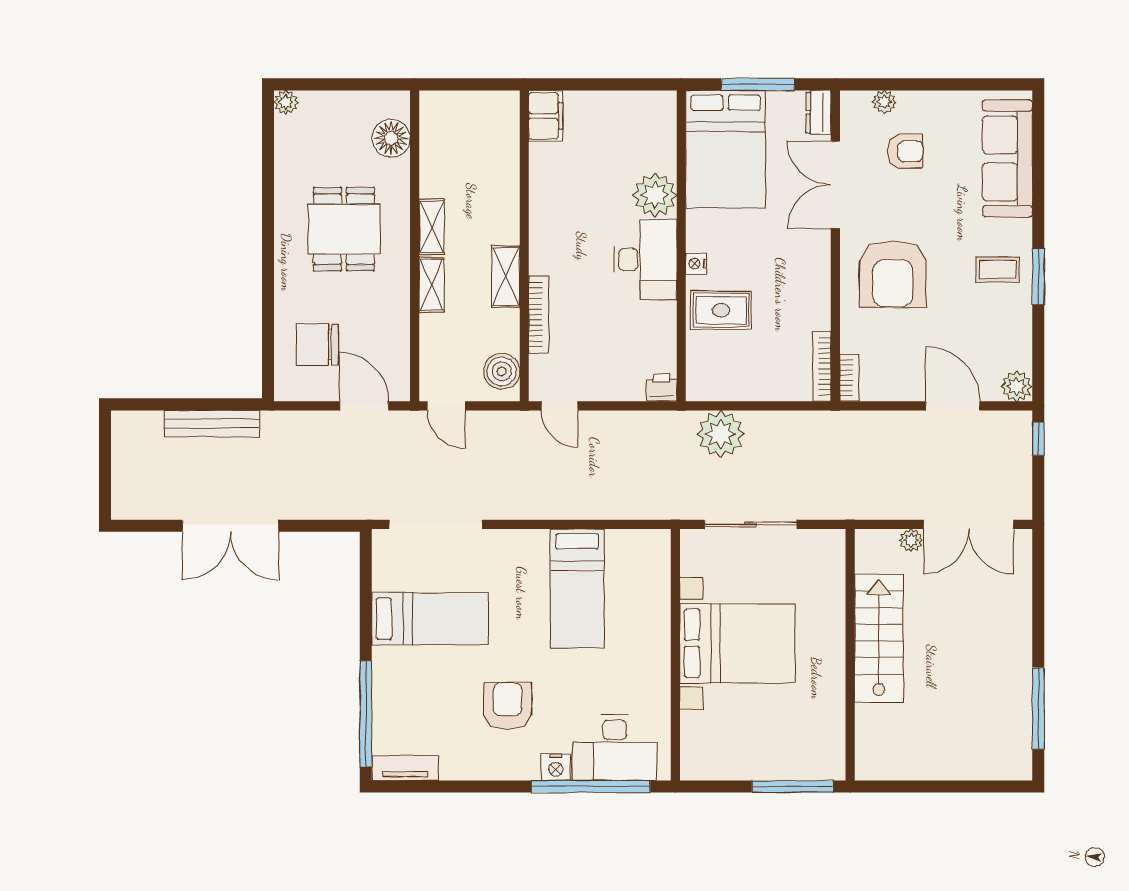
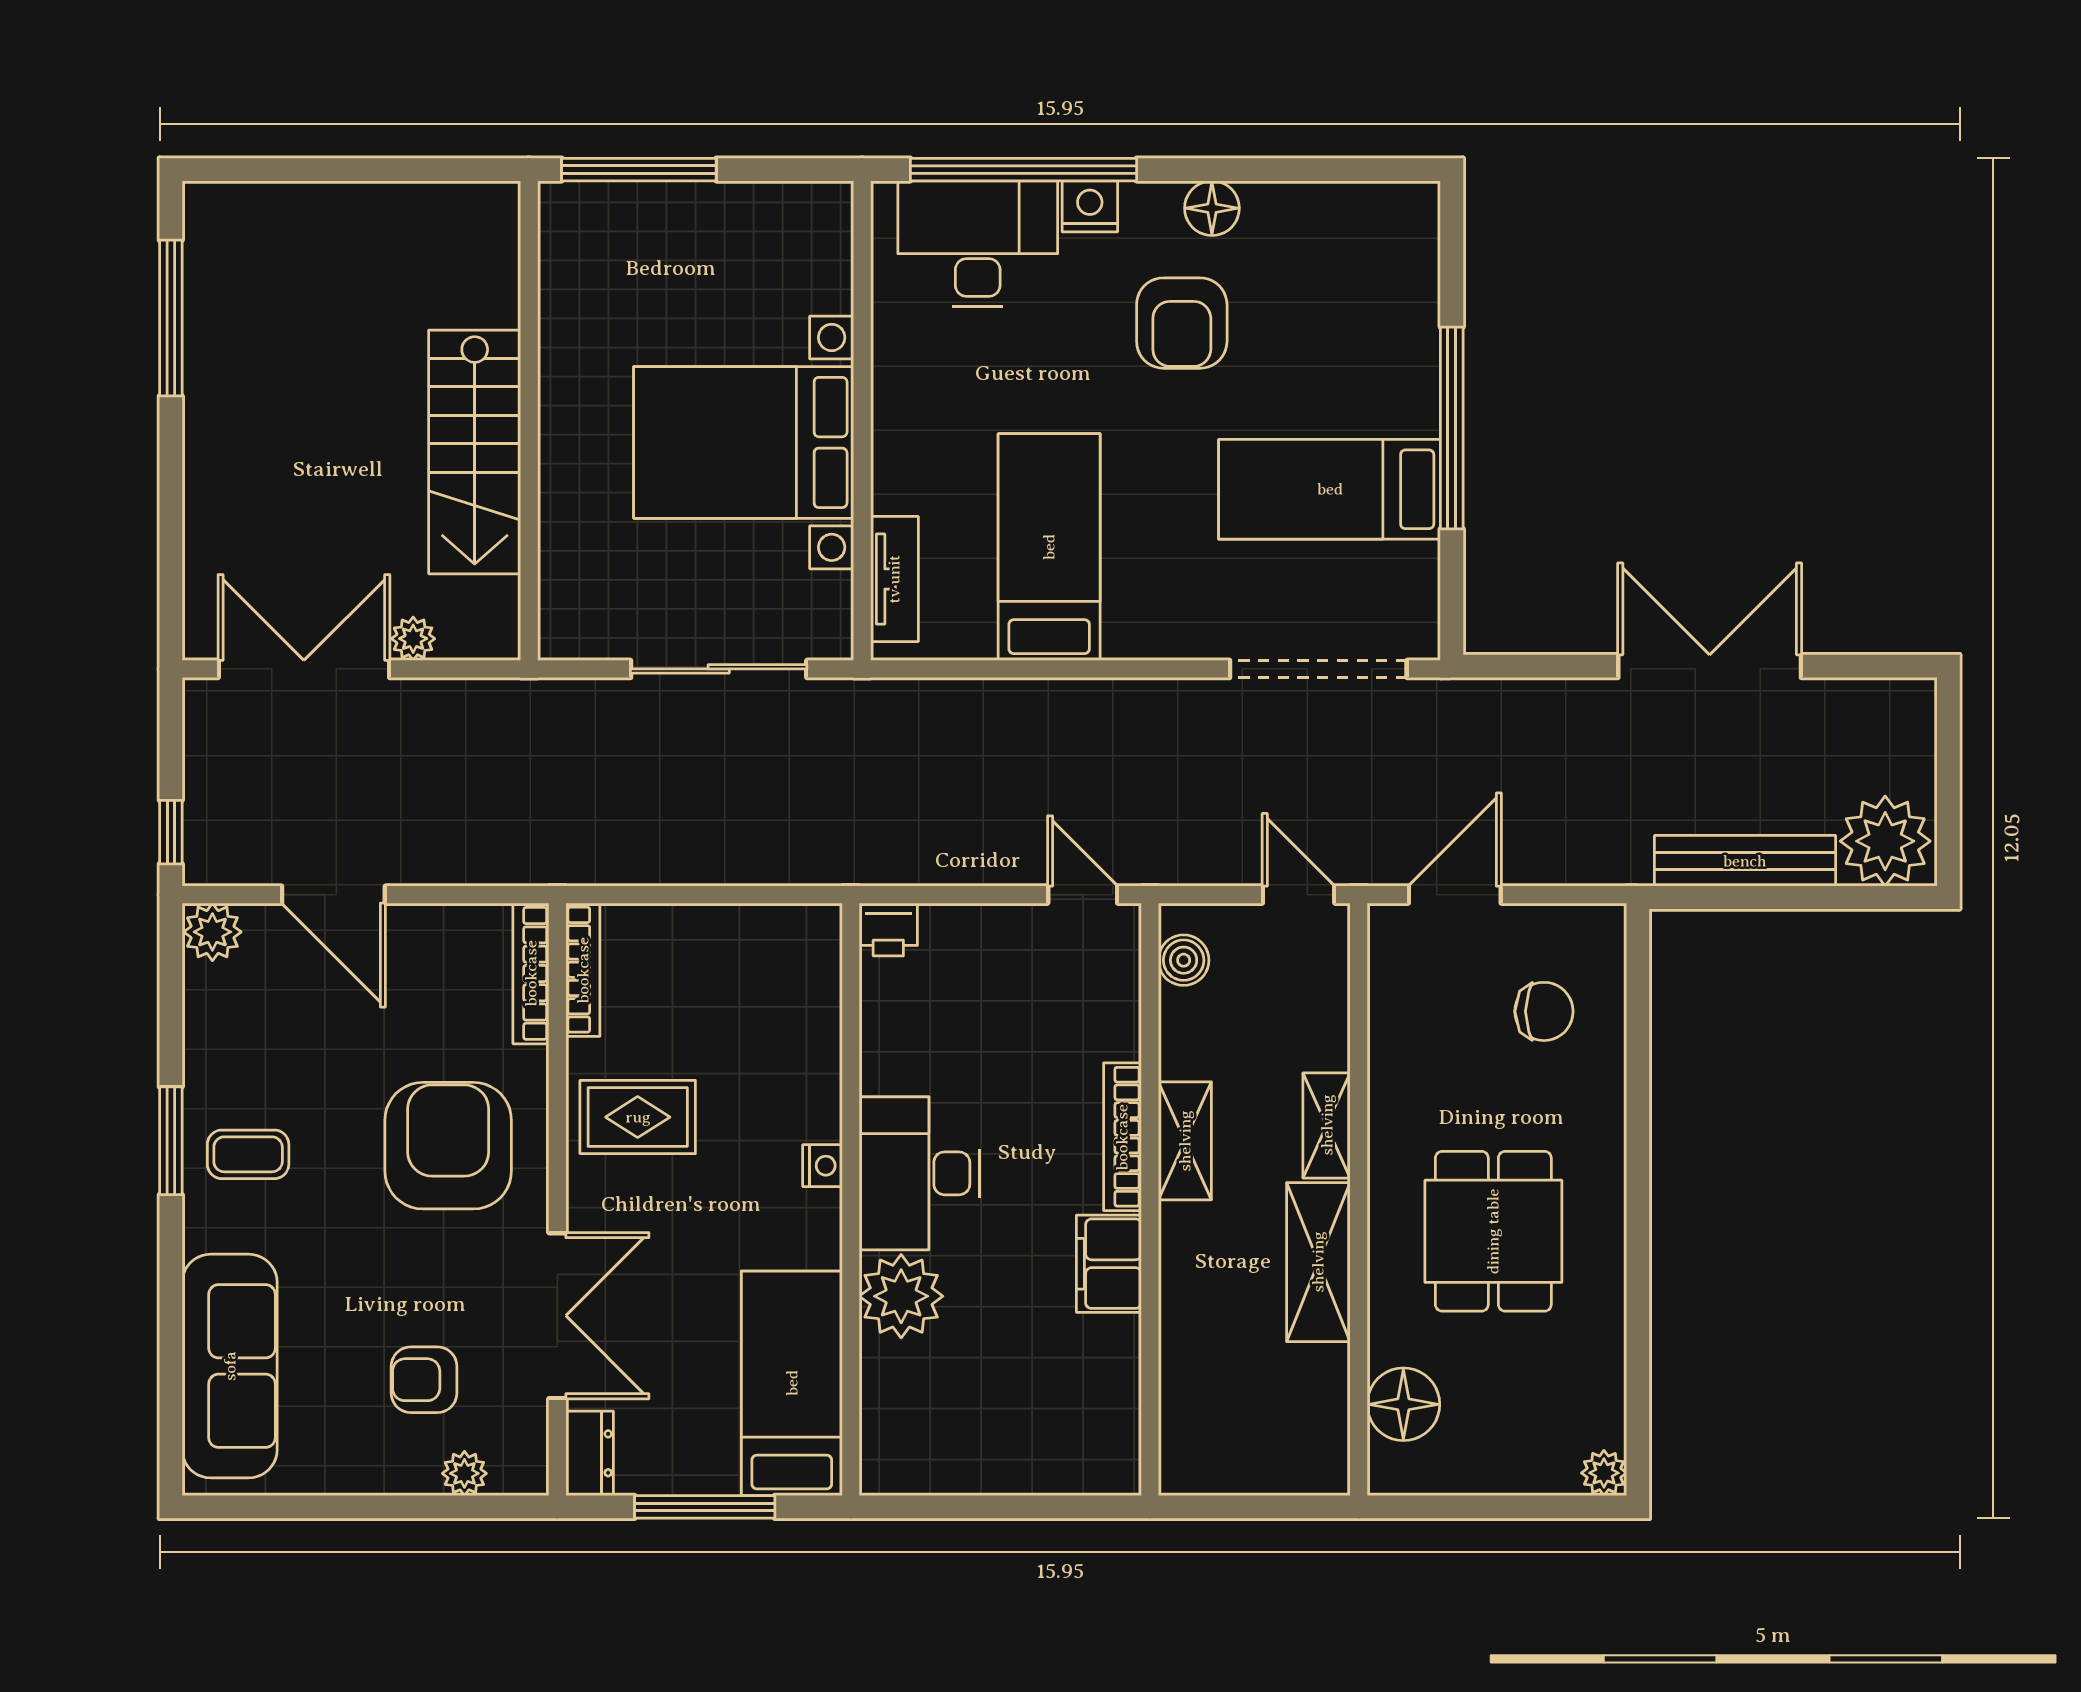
filing cabinet: (546, 116) -> (1109, 1264), moved
bed: (726, 149) -> (792, 1383), width x0.67
shelving: (432, 227) -> (1318, 1262), width x1.50, depth x1.33
rug: (721, 310) -> (638, 1117), moved
bookcase: (539, 314) -> (1122, 1137), moved
chair: (317, 345) -> (1544, 1011), width x0.73, depth x0.73
boiler: (502, 371) -> (1184, 960), width x0.73, depth x0.73
bookcase: (849, 378) -> (531, 973), width x1.56
door: (364, 406) -> (1455, 895), swing flipped
plant: (721, 434) -> (1885, 841), moved
window: (366, 714) -> (1452, 428), moved
floor lamp: (492, 766) -> (1212, 208), added
tv unit: (405, 768) -> (894, 579), moved, turned -90

